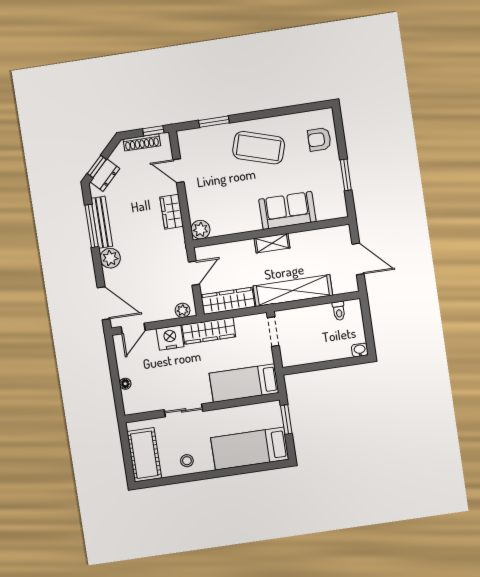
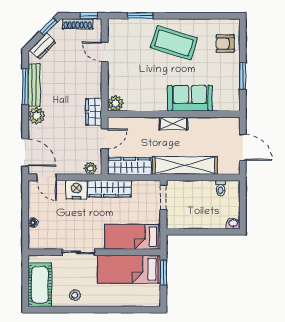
window: (97, 166) -> (49, 27), moved
wardrobe: (172, 212) -> (94, 112), moved
door: (133, 329) -> (47, 177), hinge flipped
bed: (250, 449) -> (129, 269), moved

